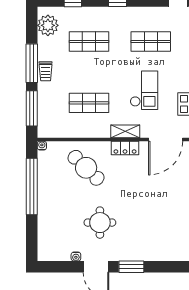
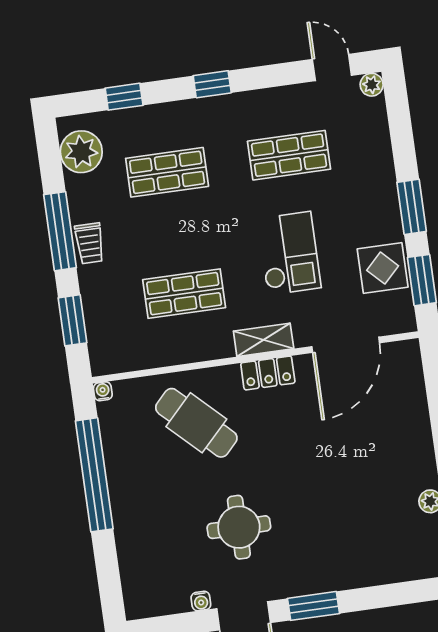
window: (32, 108) -> (73, 320), width x0.69

